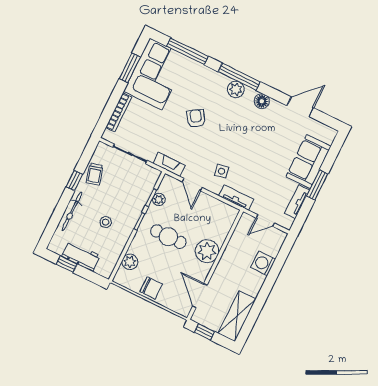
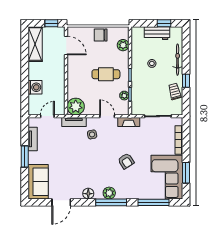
sofa: (308, 162) -> (38, 182), moved
plant: (207, 251) -> (76, 107), moved

